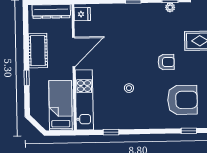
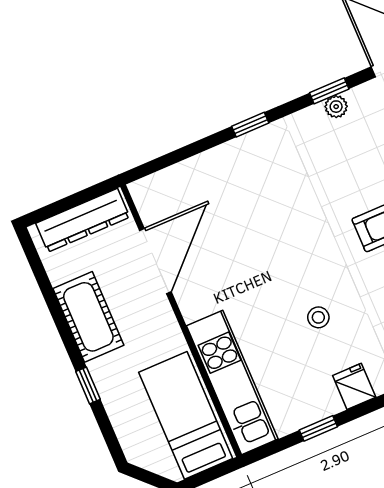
fridge: (82, 14) -> (354, 386), moved, turned -90
door: (74, 52) -> (155, 261), moved

